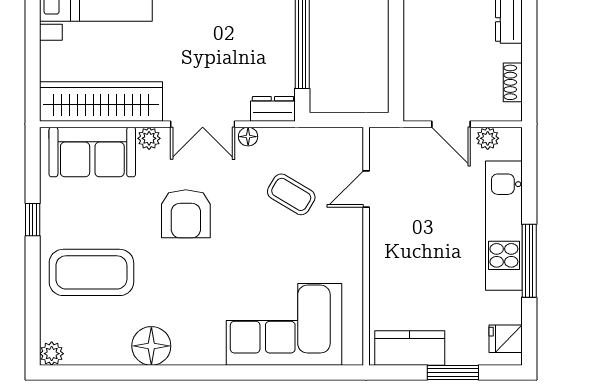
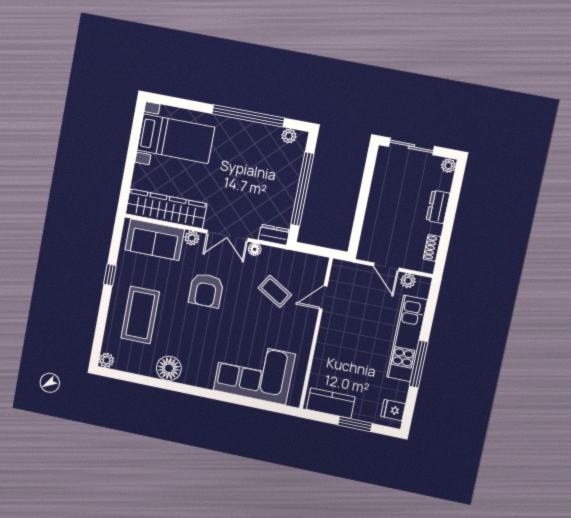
coffee table: (91, 272) -> (140, 315), turned 90

